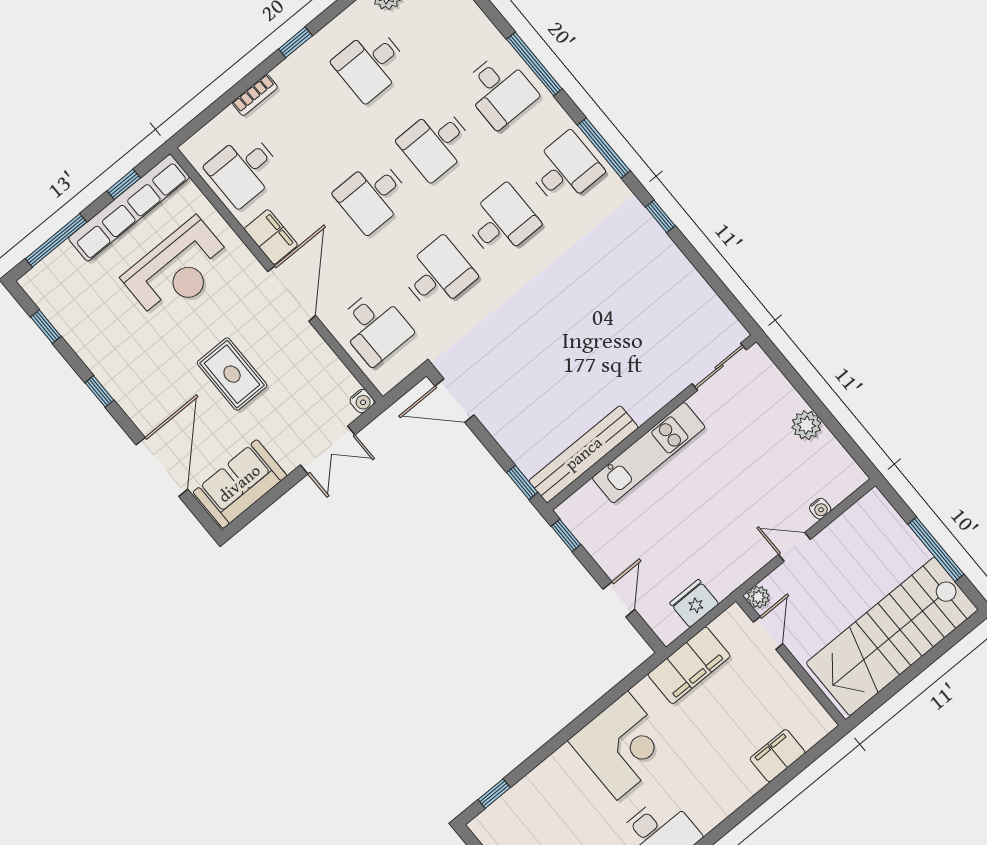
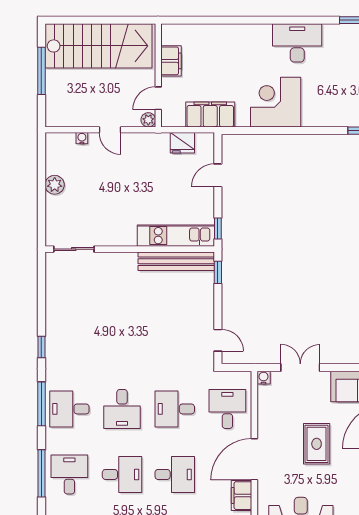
desk: (501, 222) -> (122, 409), turned -90
door: (454, 401) -> (218, 340), width x0.73
kitchen unit: (649, 453) -> (176, 236), moved
filing cabinet: (778, 756) -> (171, 61), moved, turned -90

